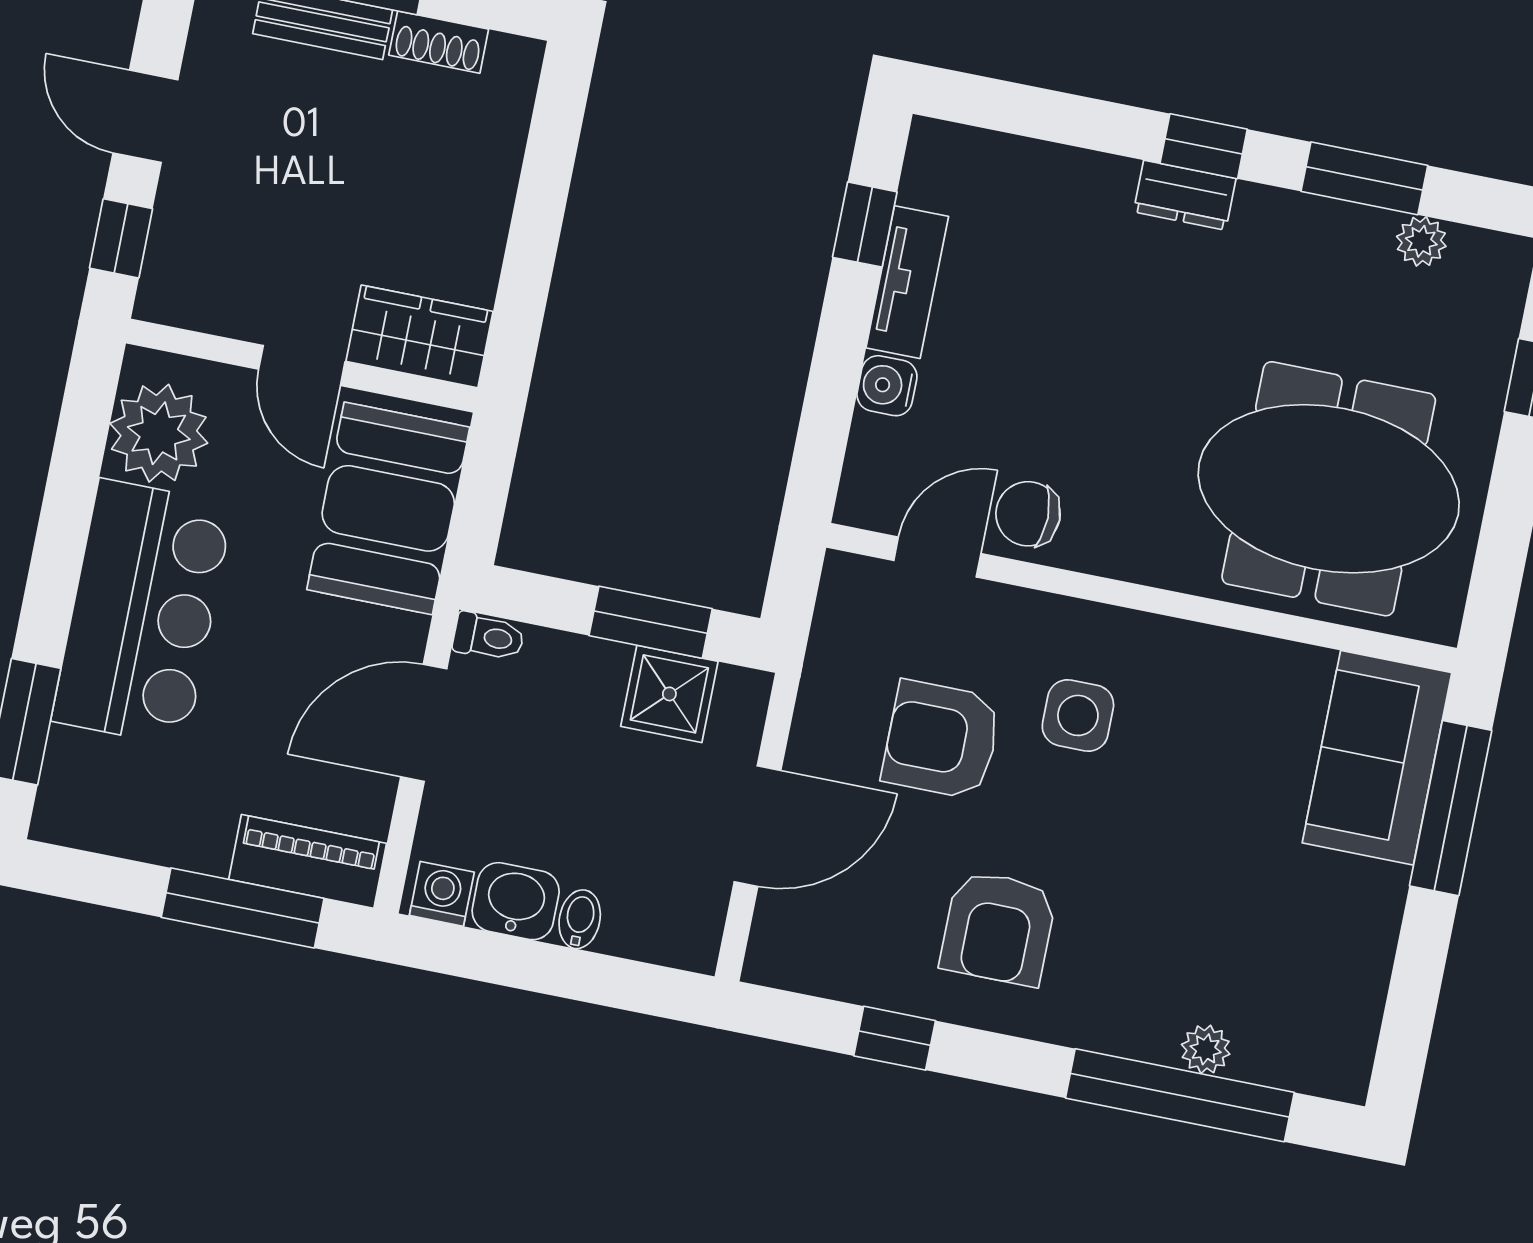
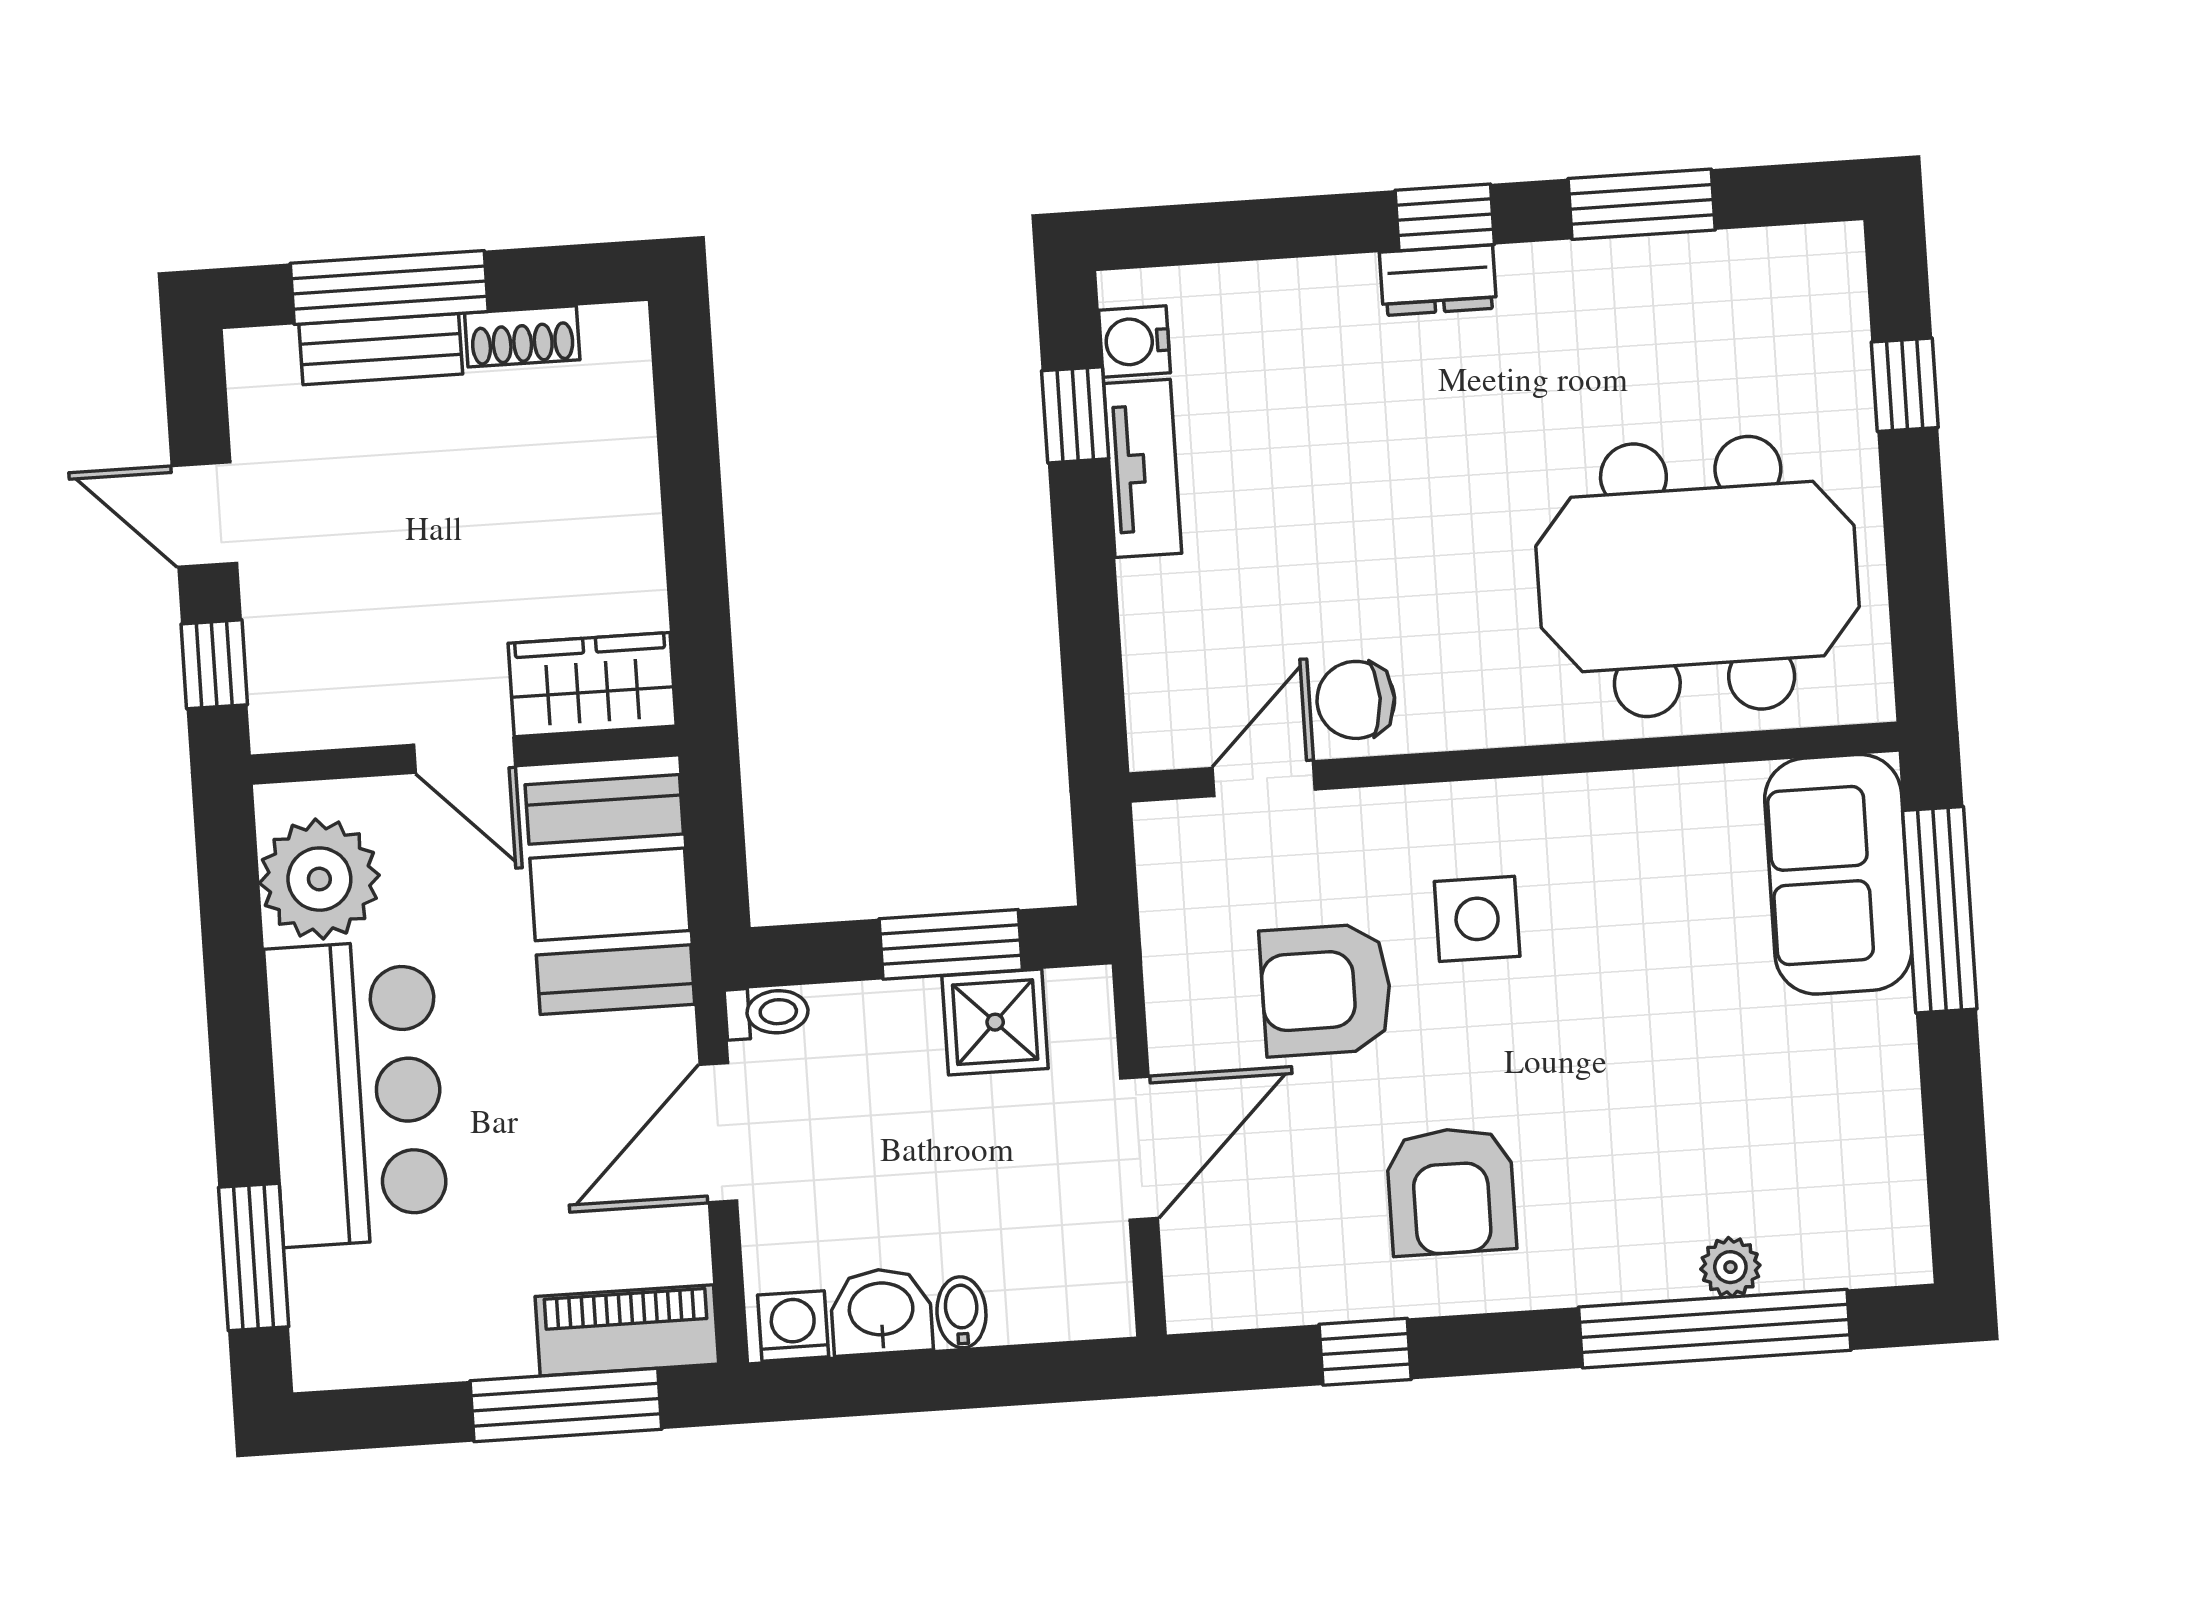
plant: (1421, 241) -> (1728, 260), removed
water cooler: (887, 386) -> (1135, 342), moved

